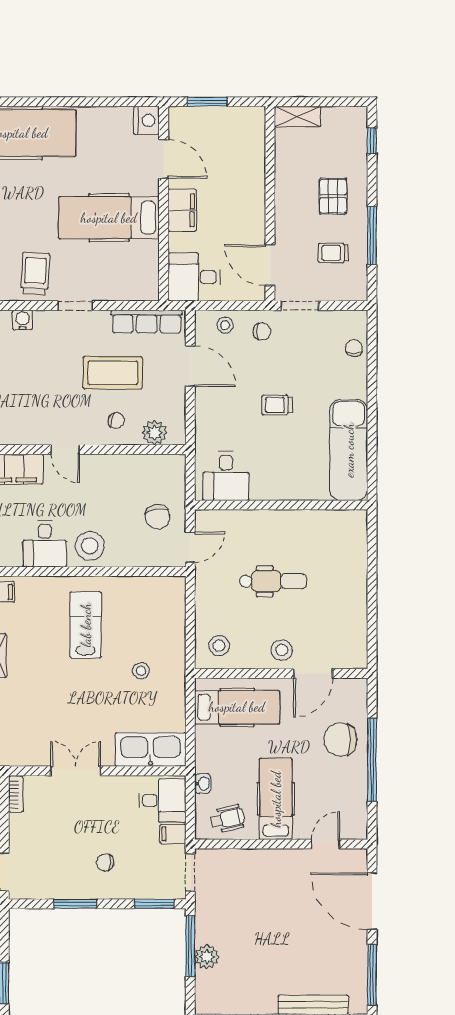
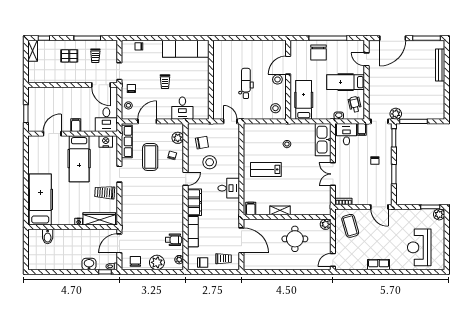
shelving: (298, 117) -> (33, 51), moved
nightstand: (147, 120) -> (106, 141), moved
filing cabinet: (182, 210) -> (76, 125), width x0.50
door: (270, 265) -> (101, 85), hinge flipped
water cooler: (23, 320) -> (126, 198), removed
desk: (226, 476) -> (182, 108), moved, turned 90
chair: (157, 517) -> (202, 143), moved
stool: (90, 546) -> (210, 162), moved
door: (313, 673) -> (288, 65), swing flipped
plant: (207, 957) -> (396, 114), moved

